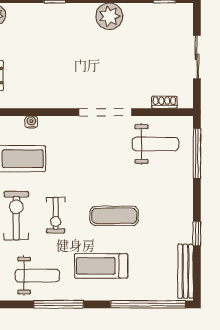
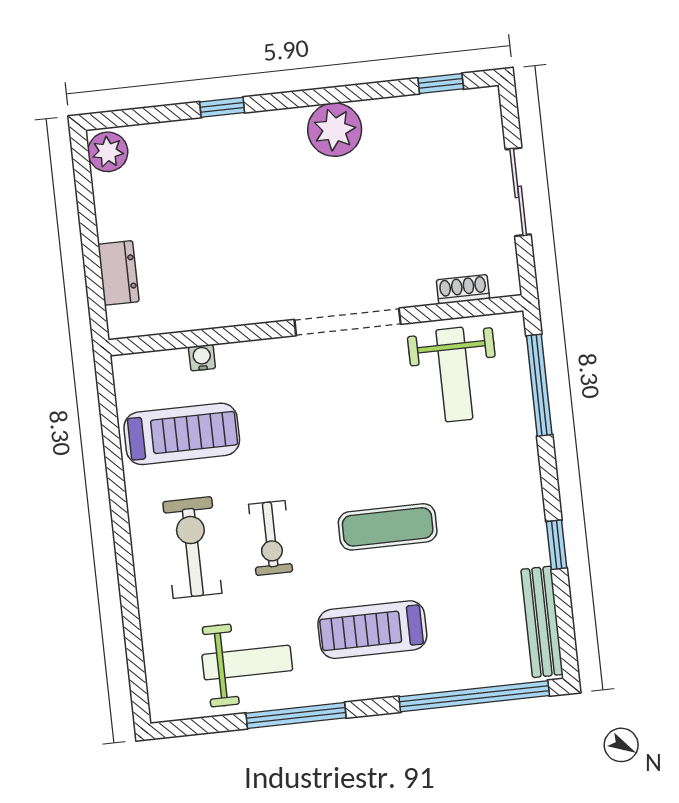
weight bench: (155, 144) -> (454, 375), turned 90

